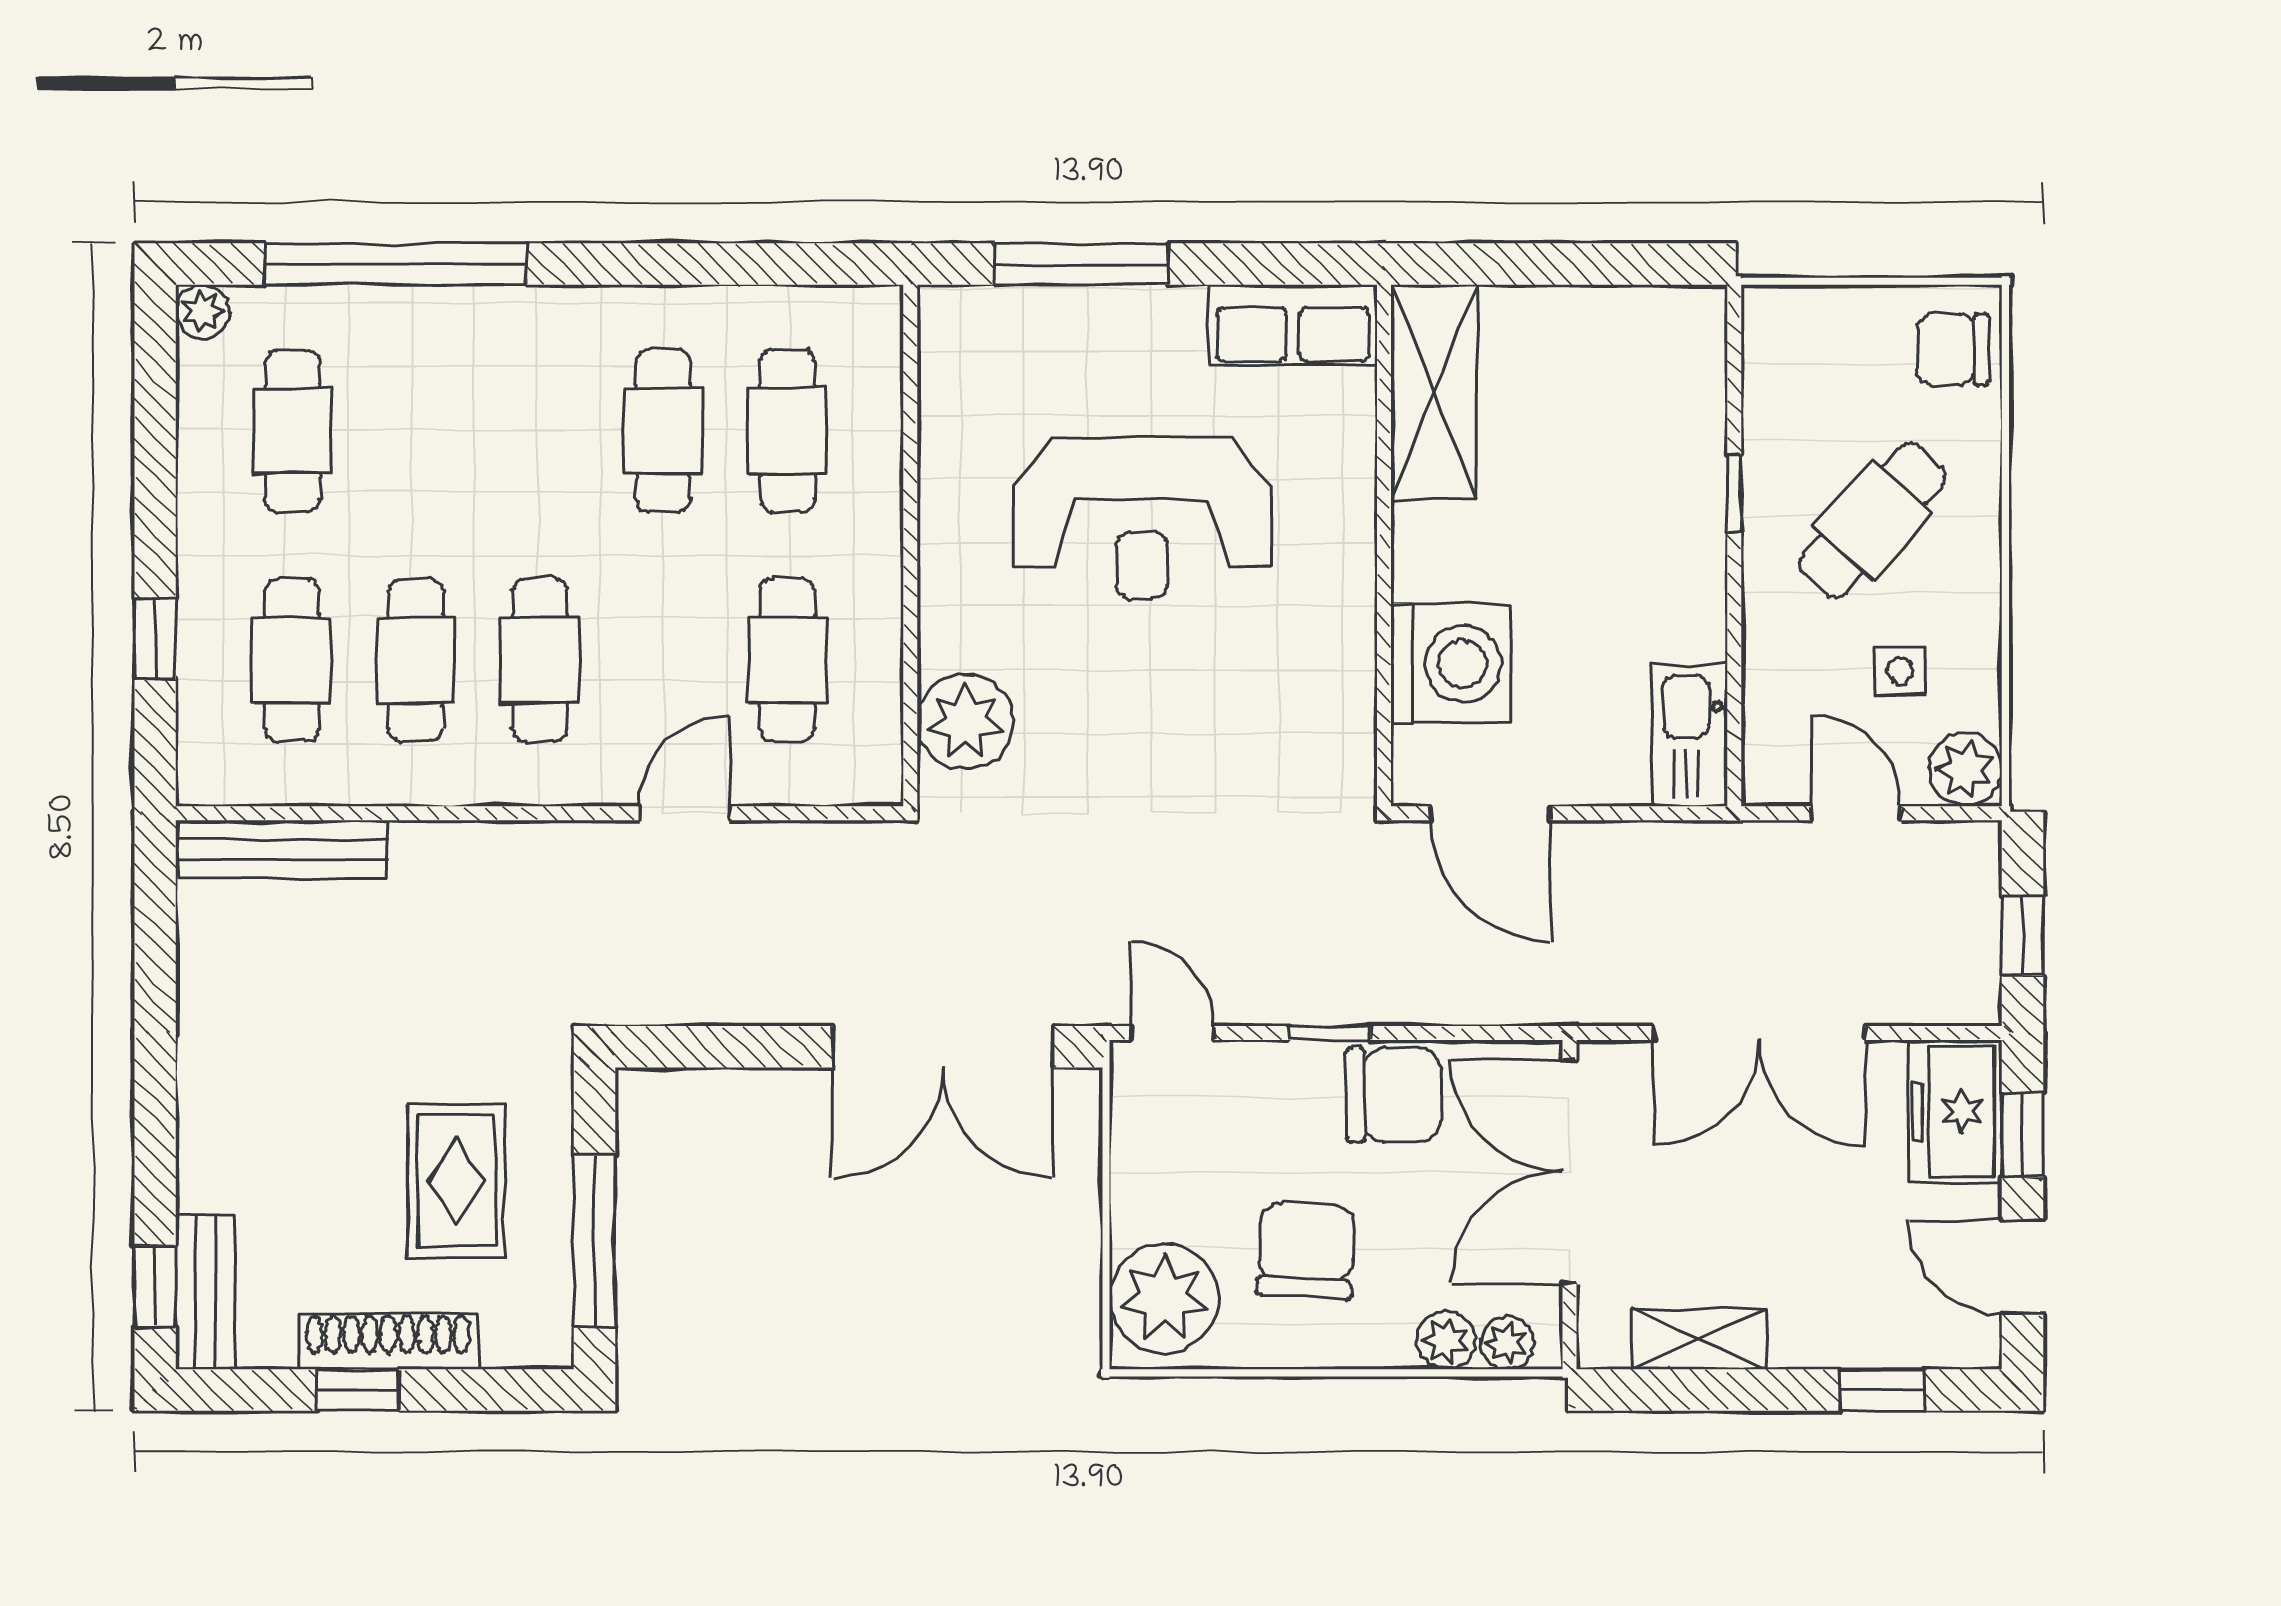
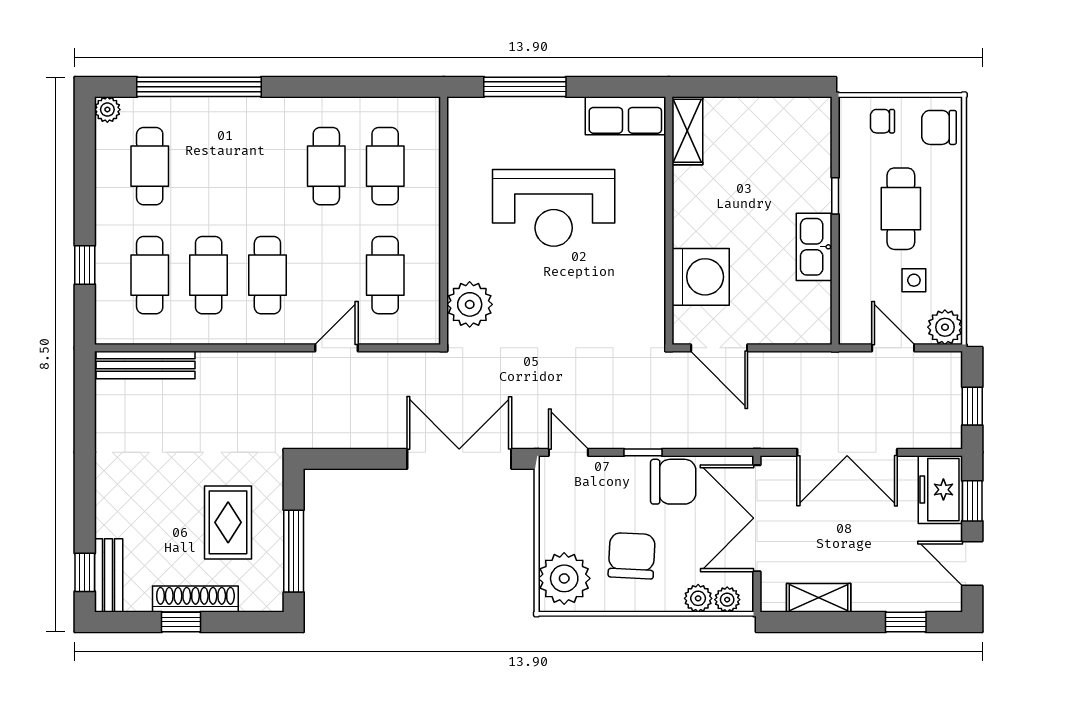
chair: (1834, 336) -> (882, 121), added
shelving: (1434, 392) -> (687, 131), width x0.67, depth x0.75
cafe table: (1872, 520) -> (901, 209), turned -42
kitchen sink: (1690, 735) -> (814, 247), moved
double door: (943, 1047) -> (459, 459), swing flipped

